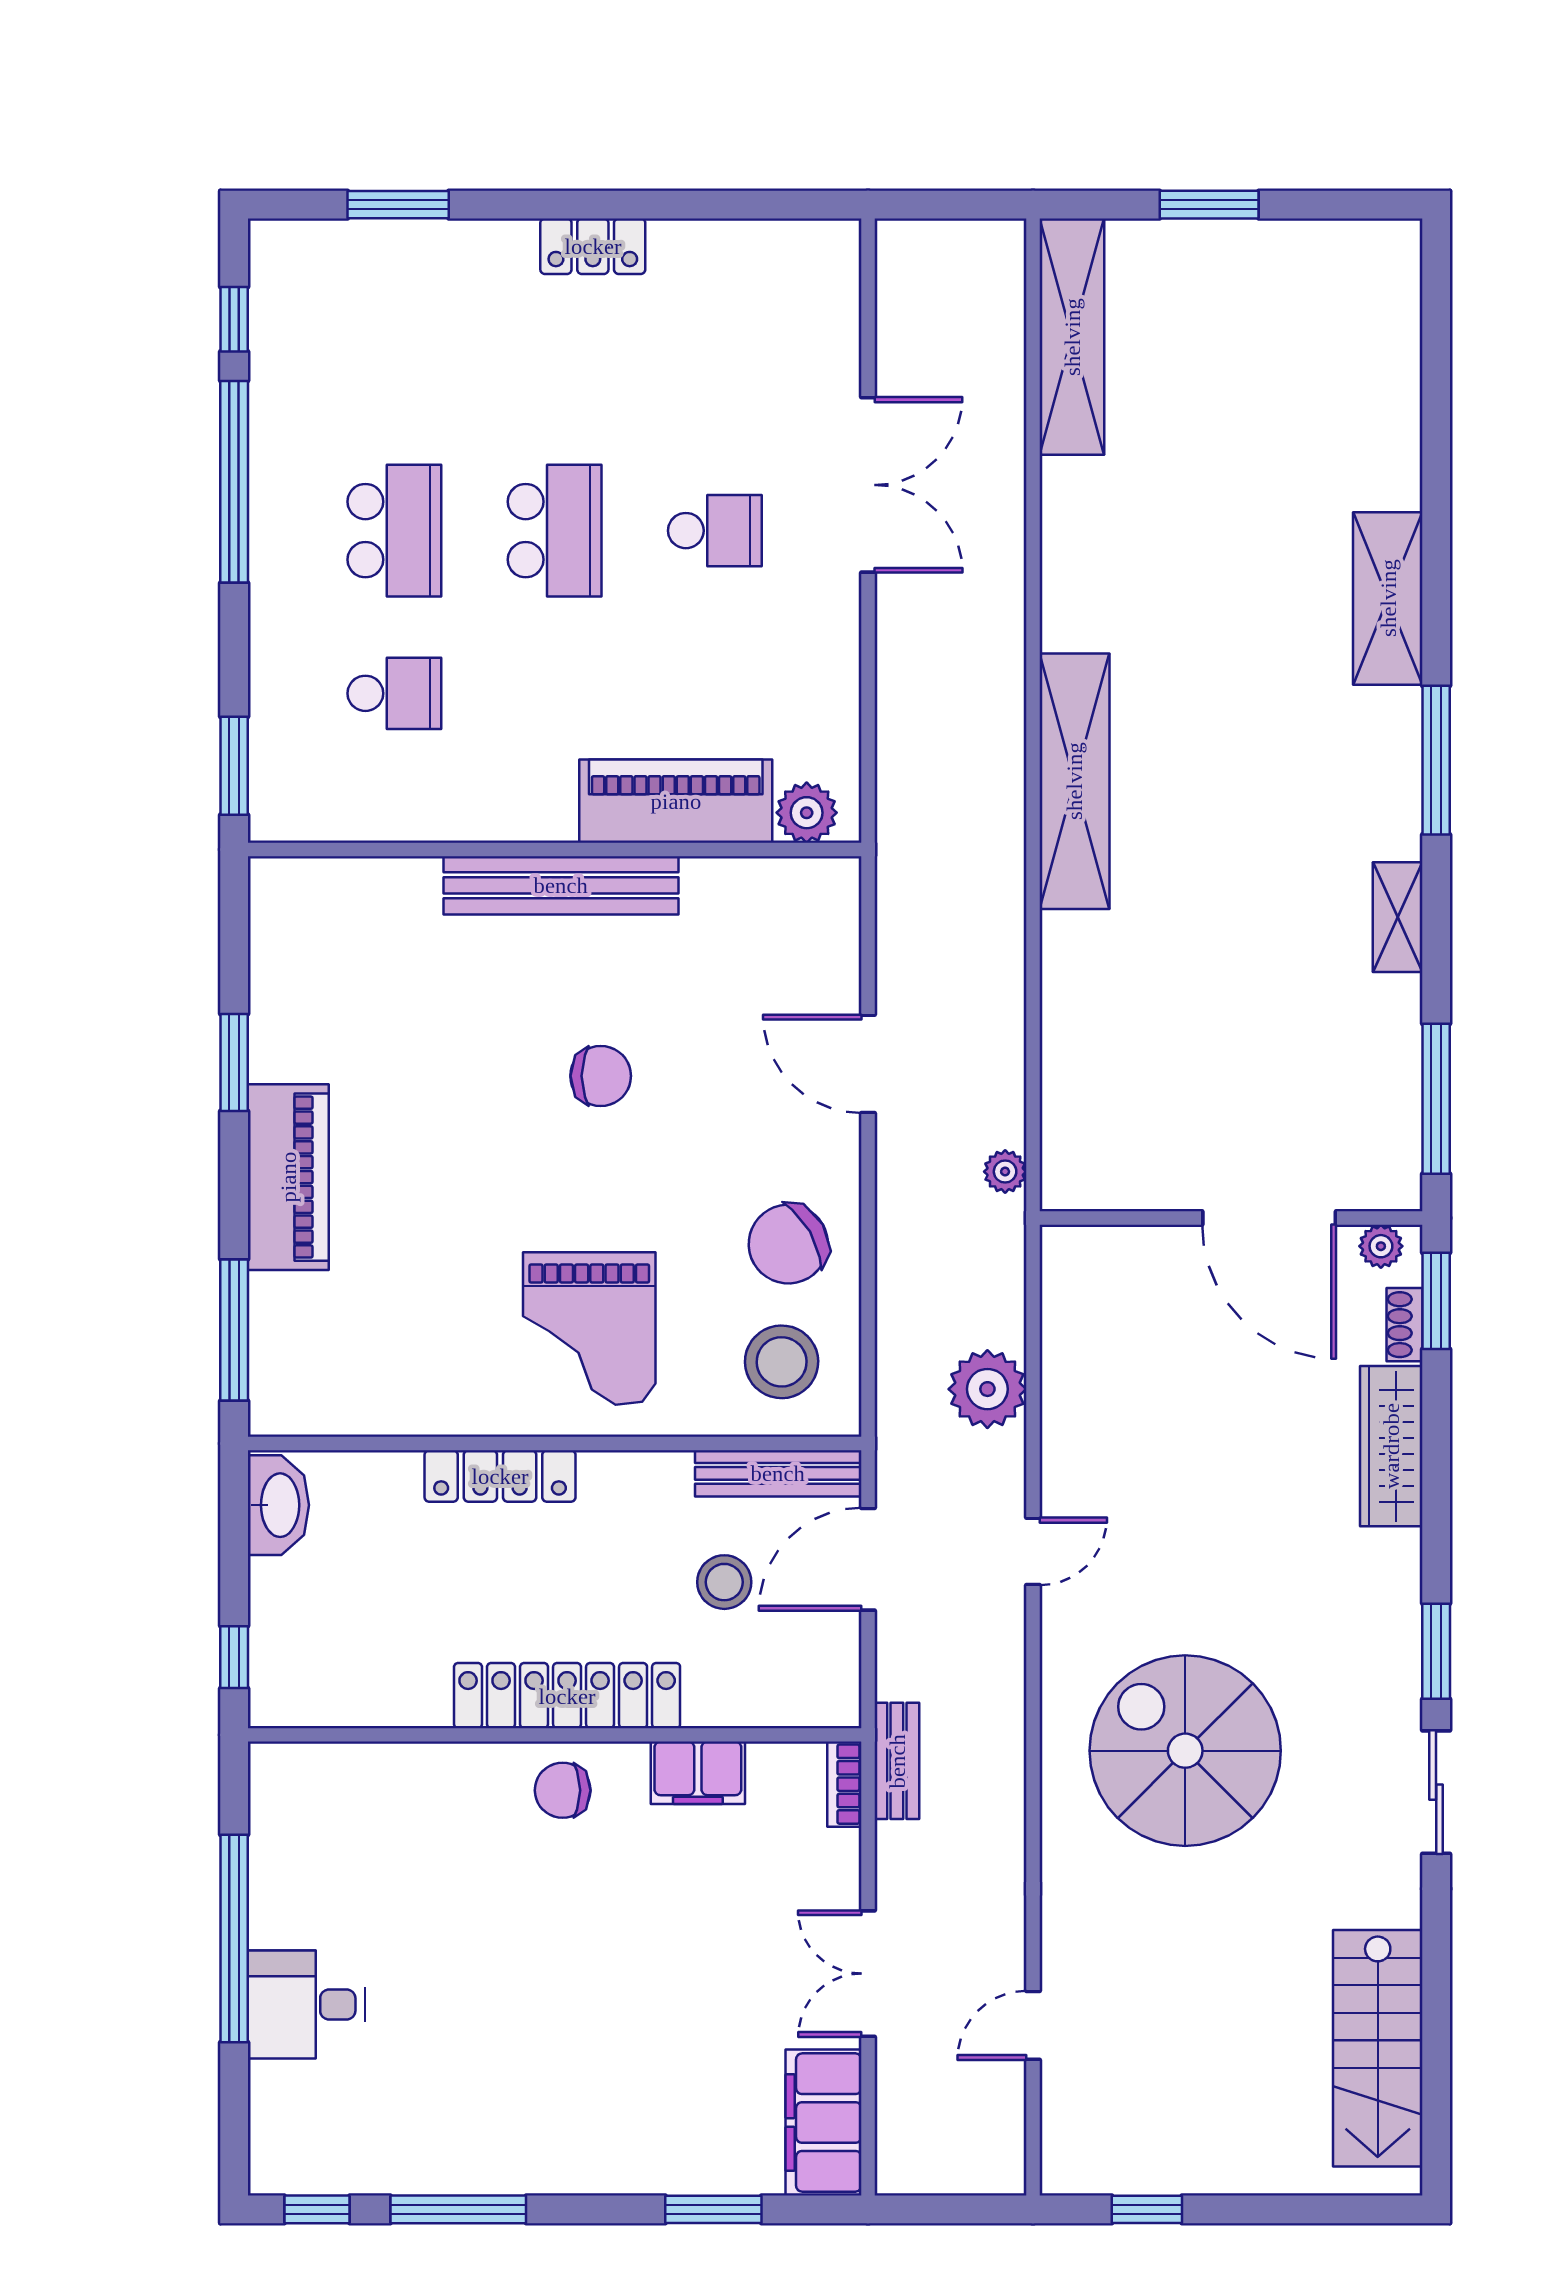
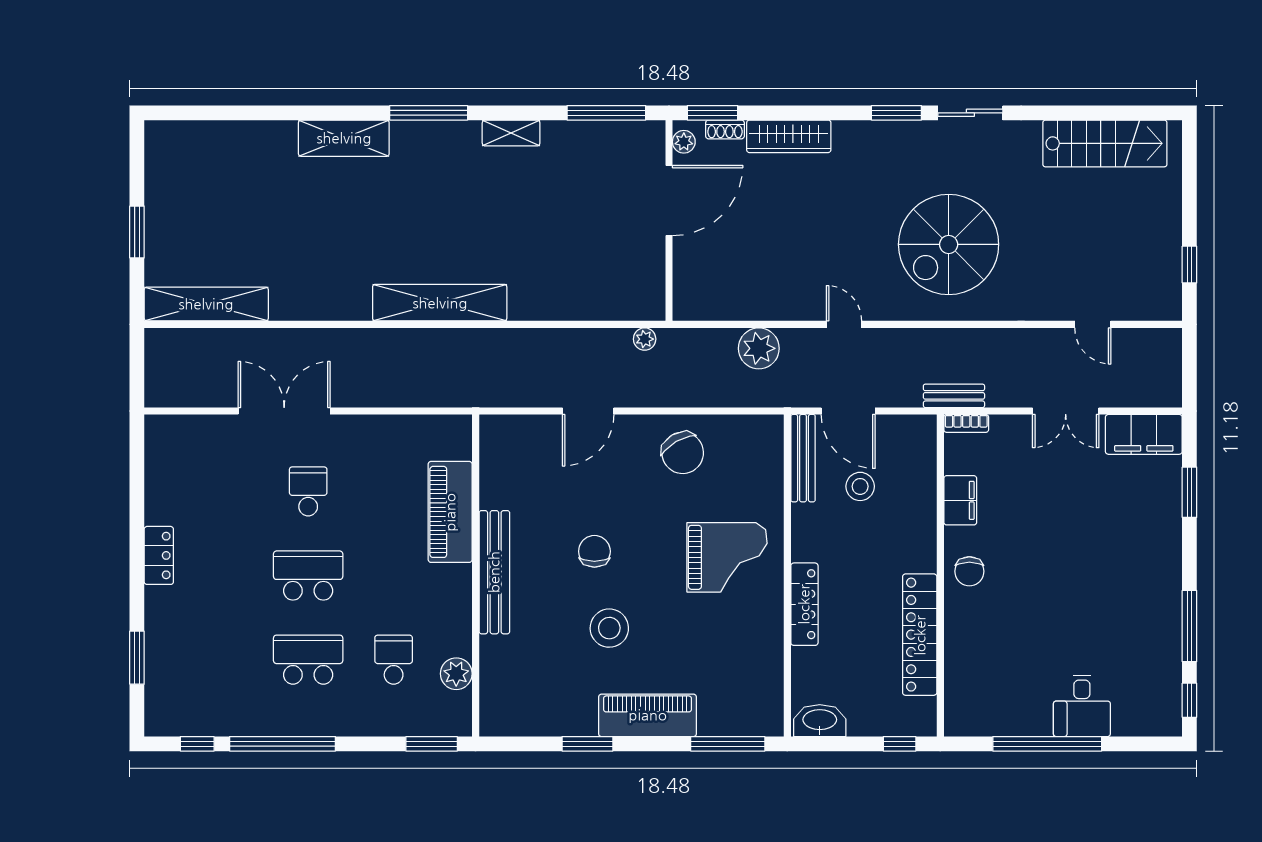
plant: (807, 813) -> (456, 674), moved
stool: (782, 1362) -> (609, 628), moved
locker: (567, 1696) -> (920, 635), moved

